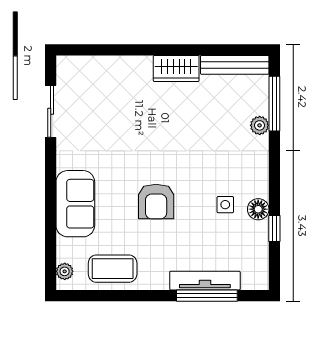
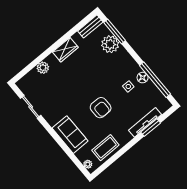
bench: (235, 65) -> (90, 26), width x0.73
plant: (119, 67) -> (43, 68), added
plant: (260, 125) -> (110, 44), width x1.87, depth x1.87
window: (274, 229) -> (155, 80), width x3.17
window: (207, 296) -> (151, 128), width x0.69

